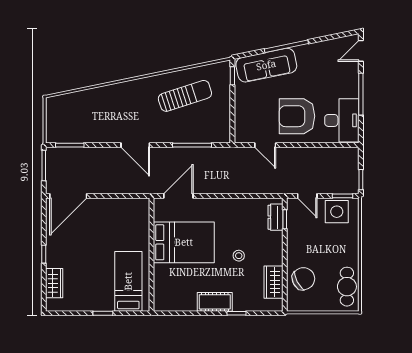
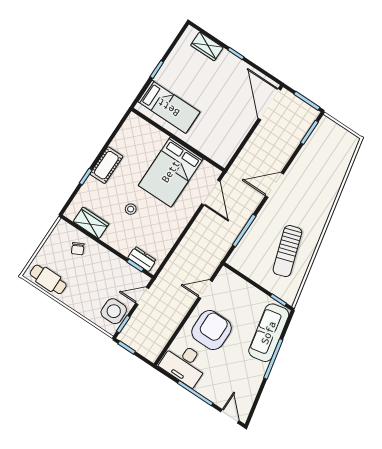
chair: (303, 279) -> (78, 249), width x0.54, depth x0.54

